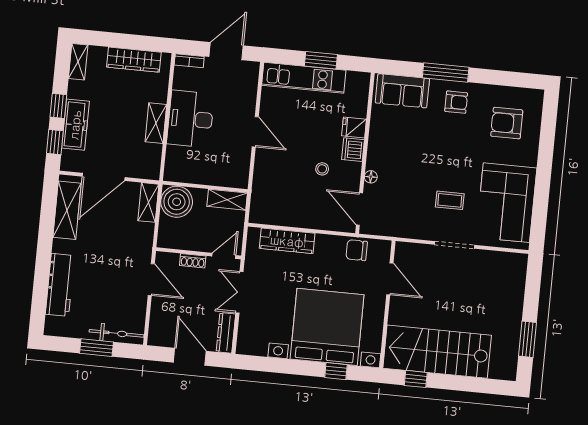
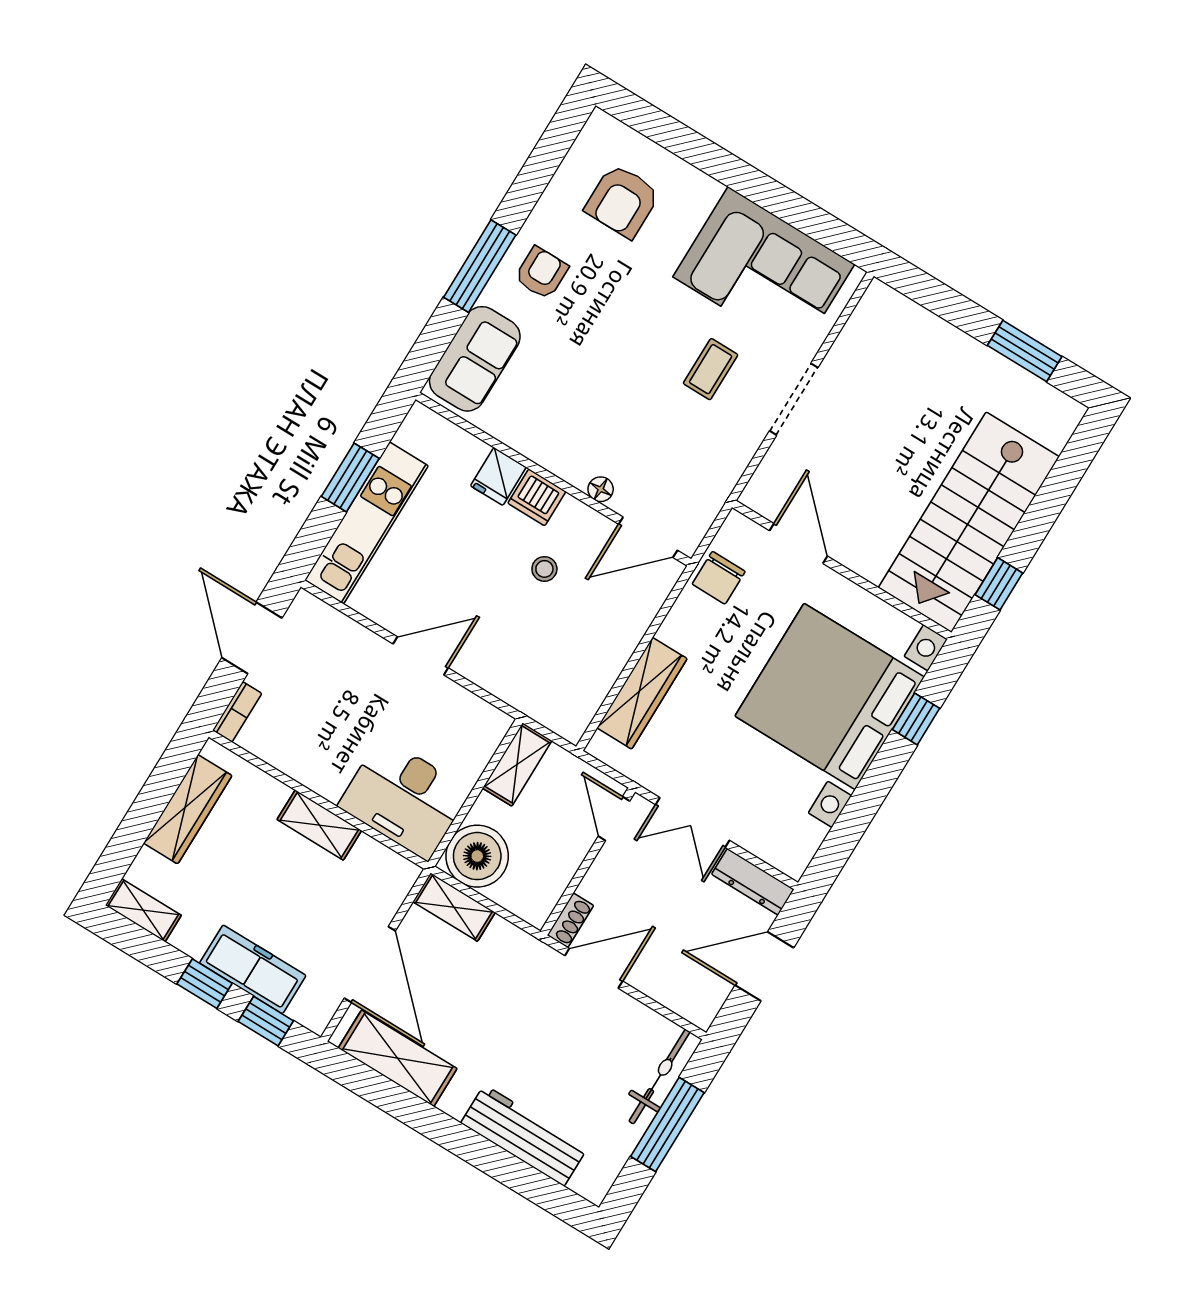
desk: (190, 119) -> (404, 798), moved
shoe rack: (193, 261) -> (570, 920), moved
door: (390, 279) -> (798, 543), hinge flipped
window: (96, 348) -> (667, 1125), width x1.44

